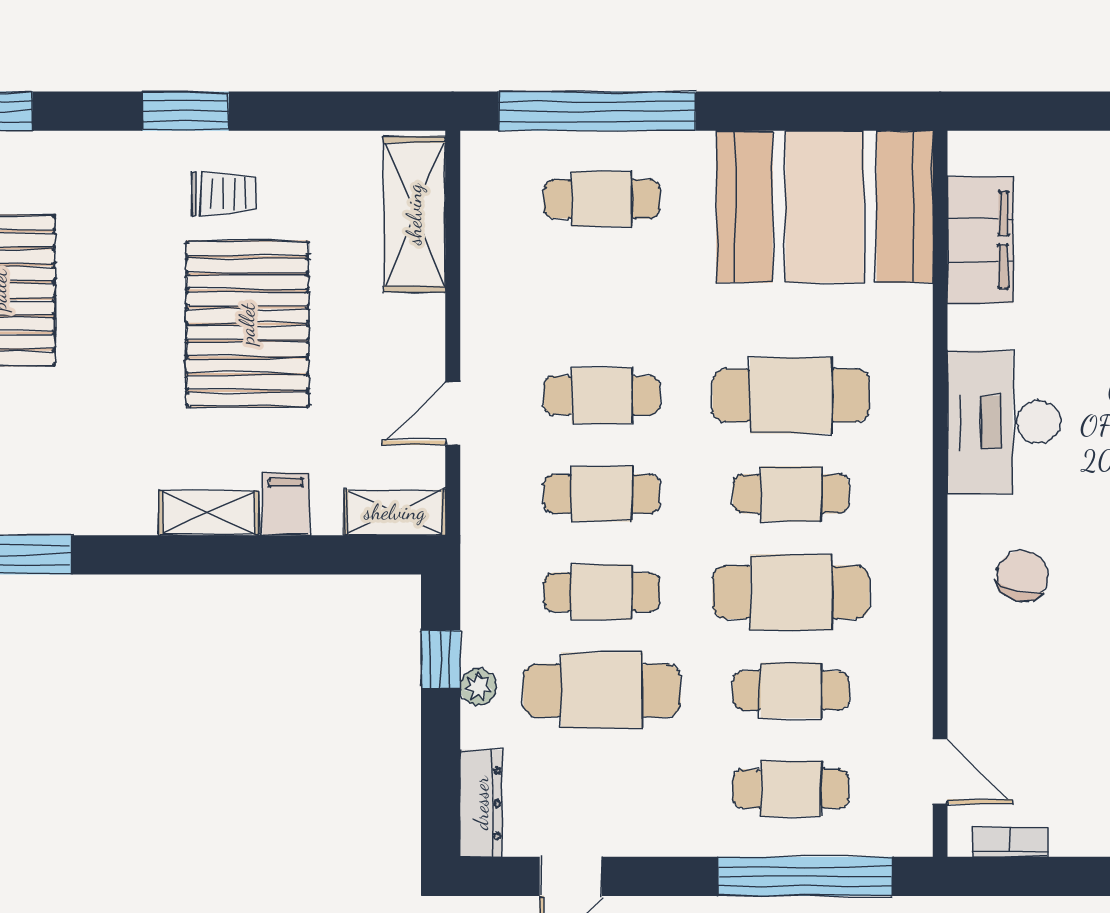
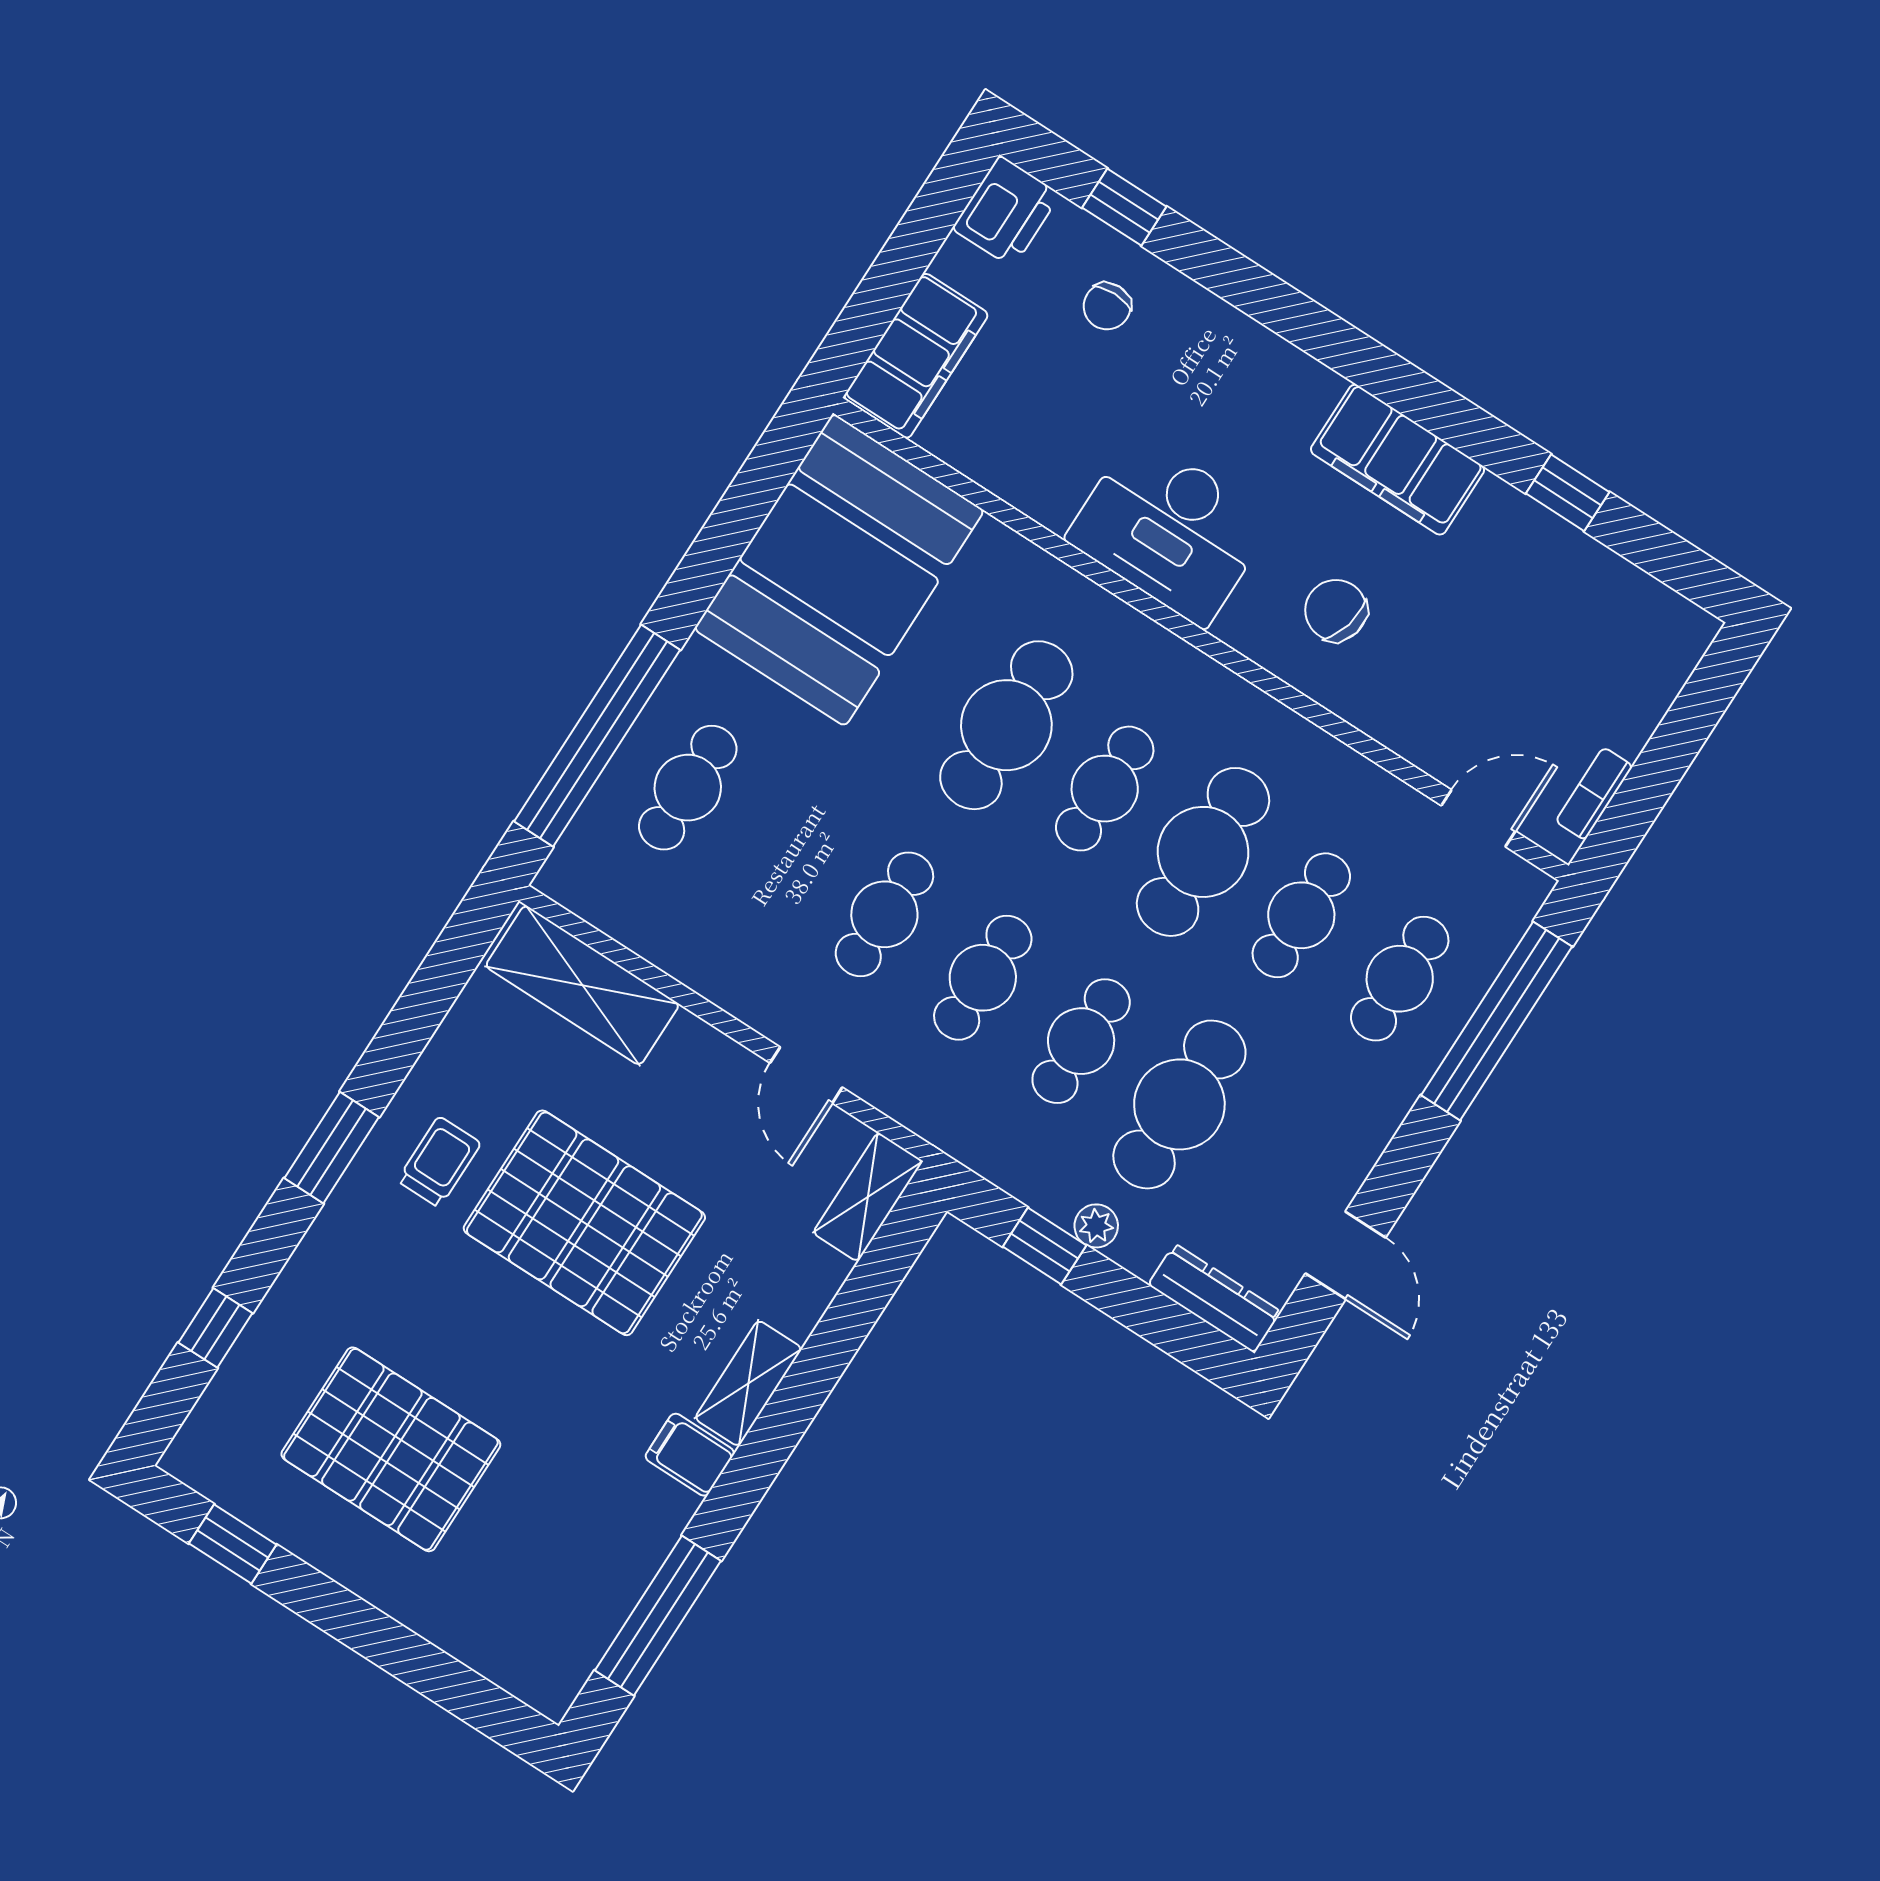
filing cabinet: (980, 240) -> (916, 356), moved, turned 90
filing cabinet: (286, 504) -> (690, 1455), moved

